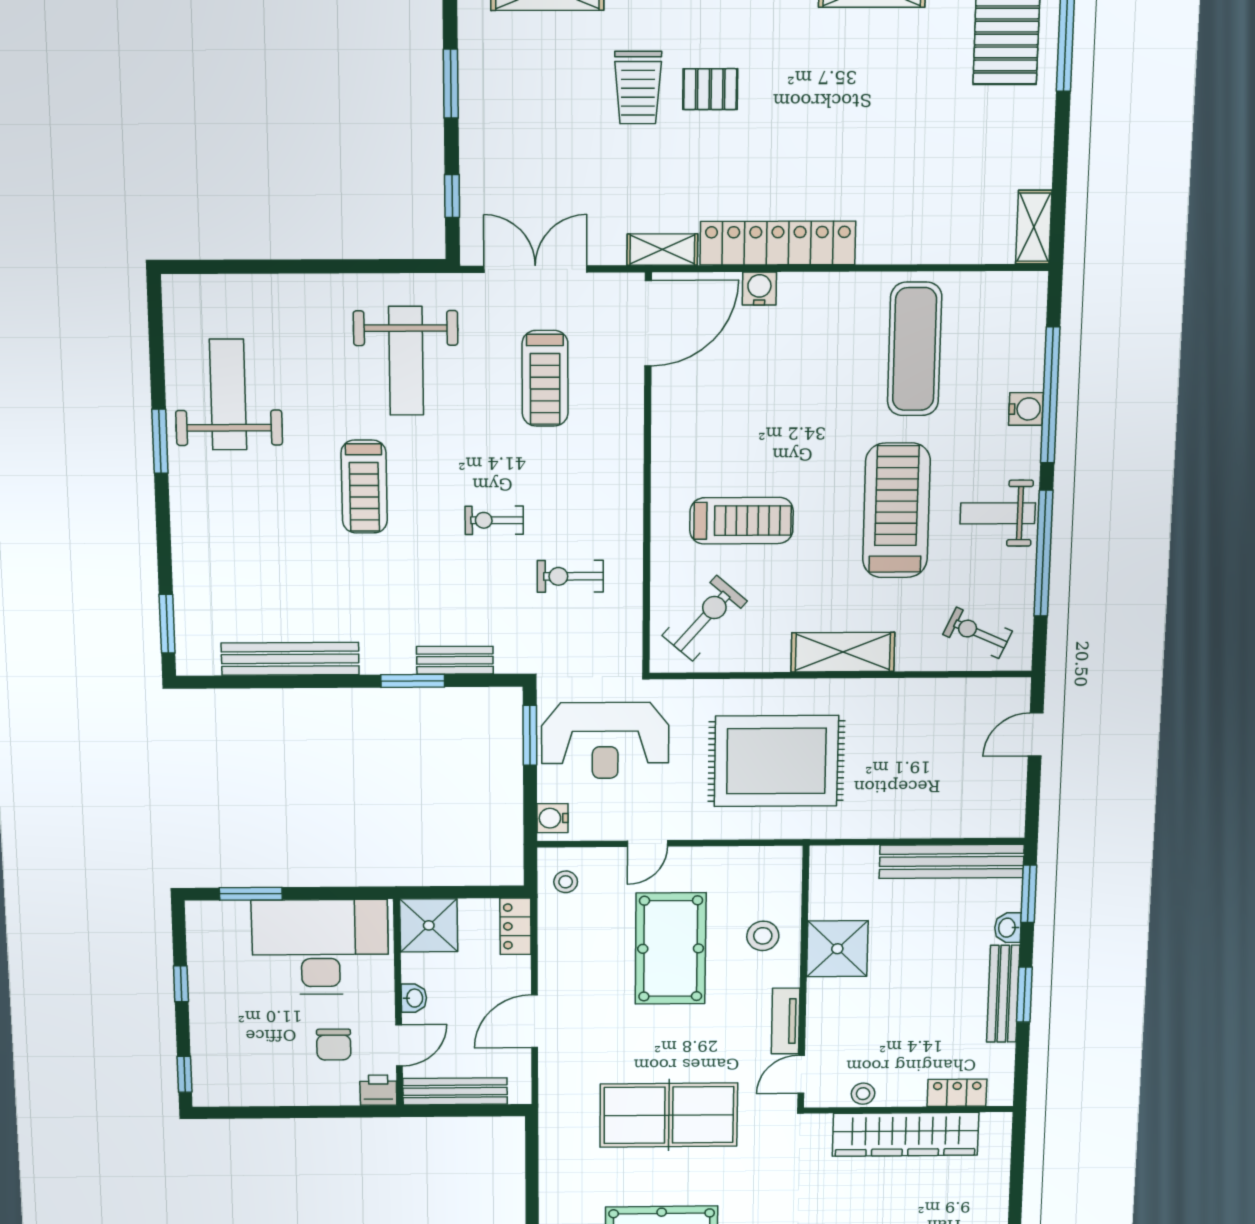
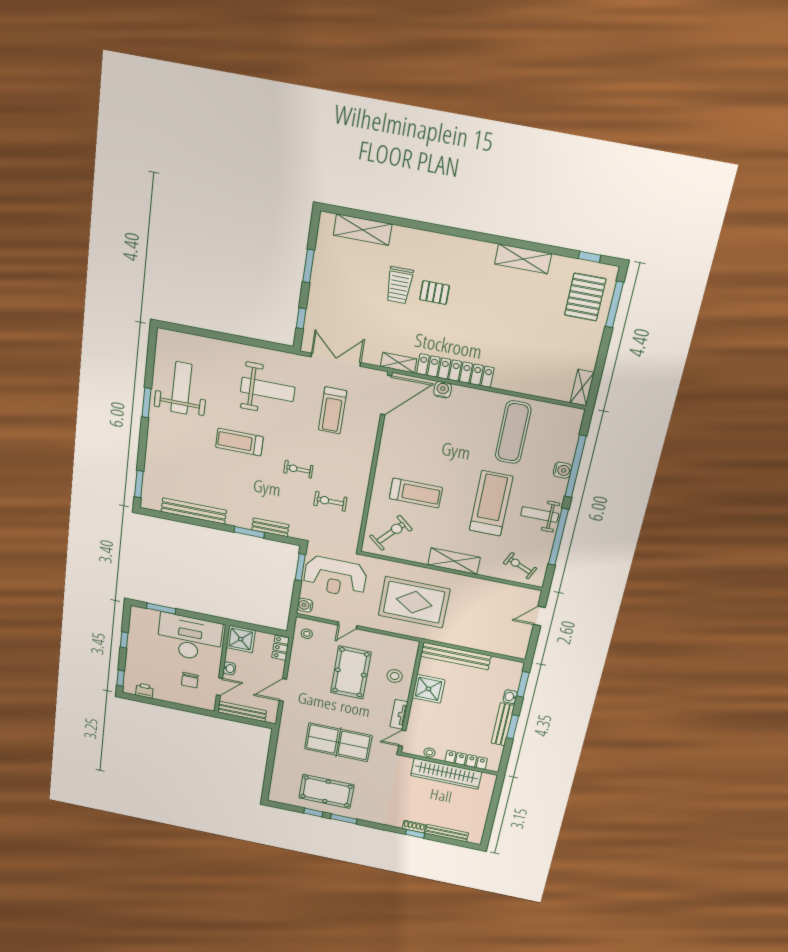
weight bench: (406, 361) -> (268, 389), turned -90
treadmill: (364, 487) -> (239, 442), turned 90
bench: (952, 861) -> (456, 656), moved
printer: (378, 1090) -> (144, 691), moved
locker: (957, 1093) -> (466, 760), width x1.53

